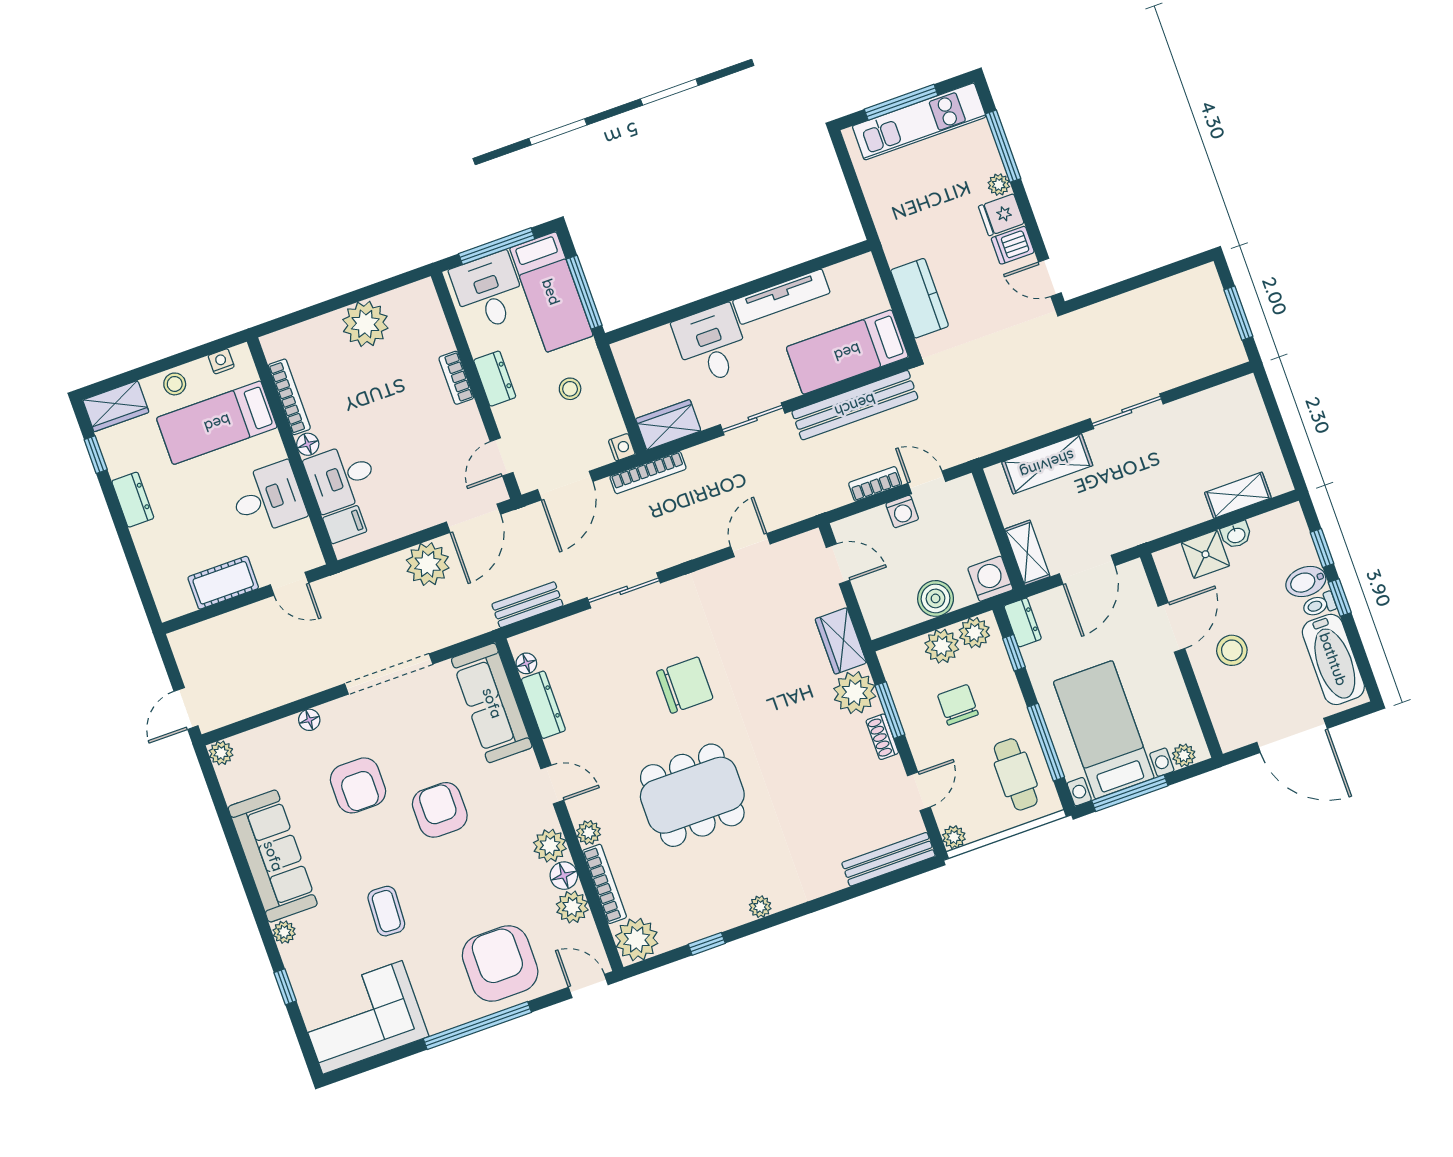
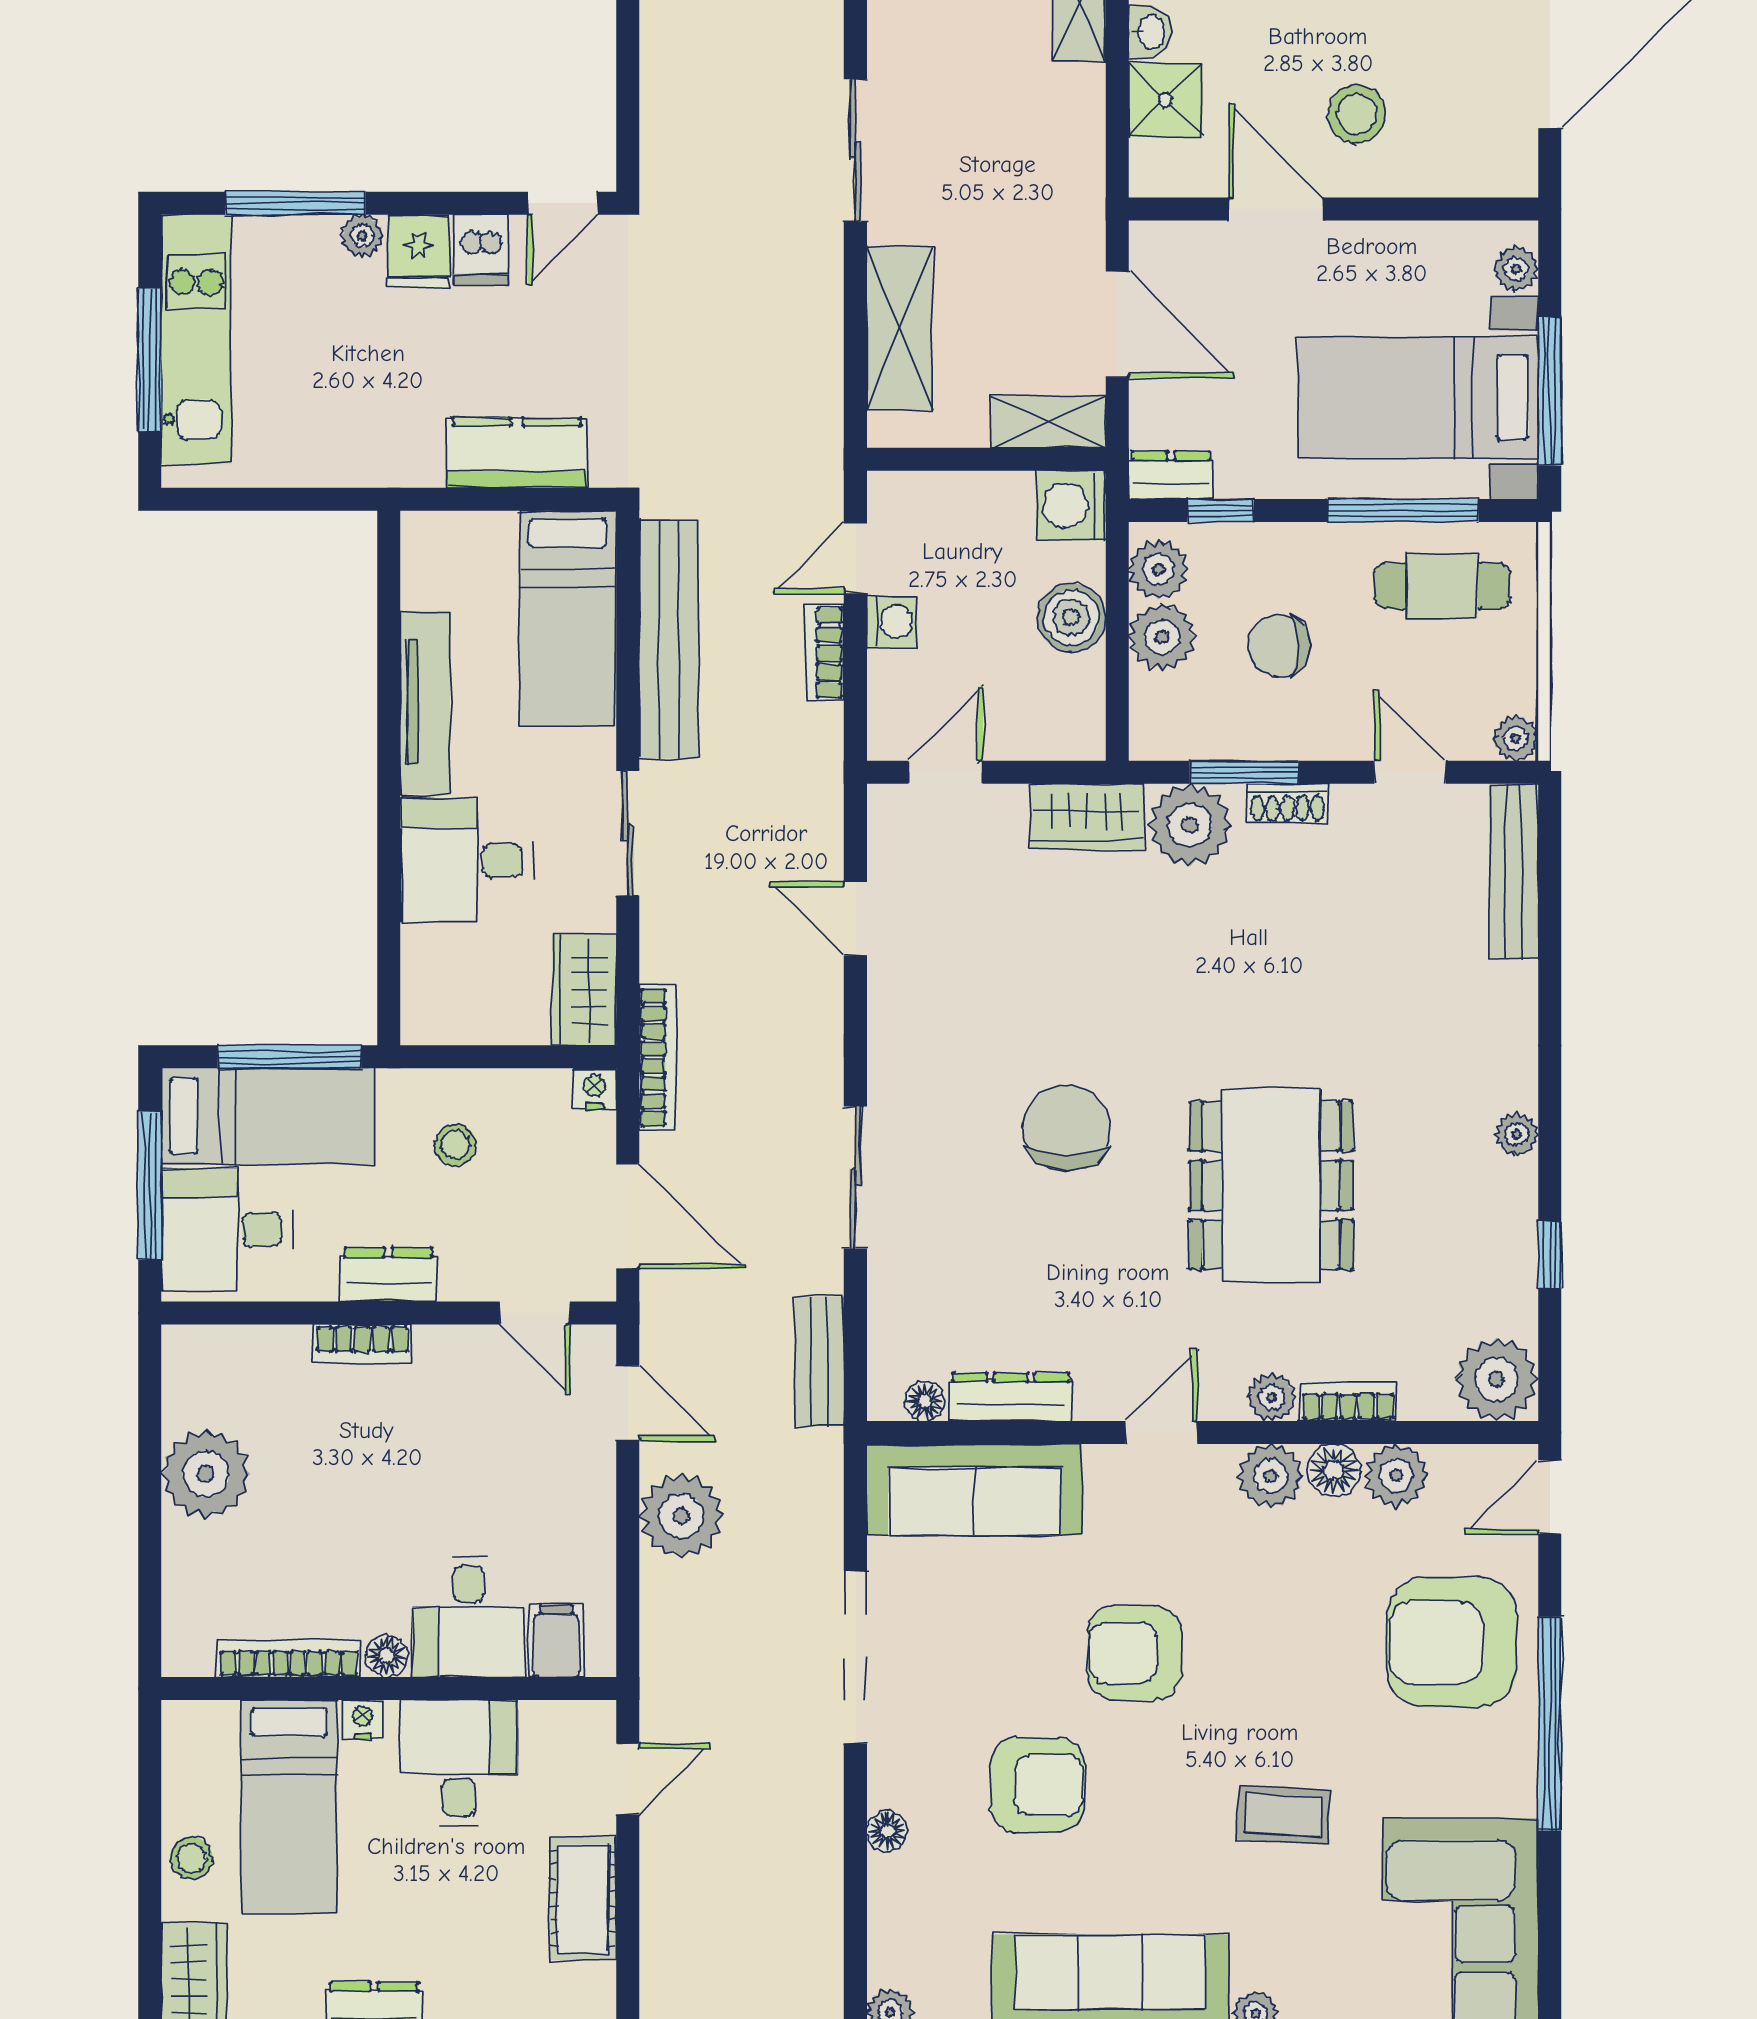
nightstand: (221, 361) -> (362, 1719), moved, turned 90
door: (473, 518) -> (628, 1403), width x0.73
bookcase: (605, 884) -> (1348, 1402), width x0.64

